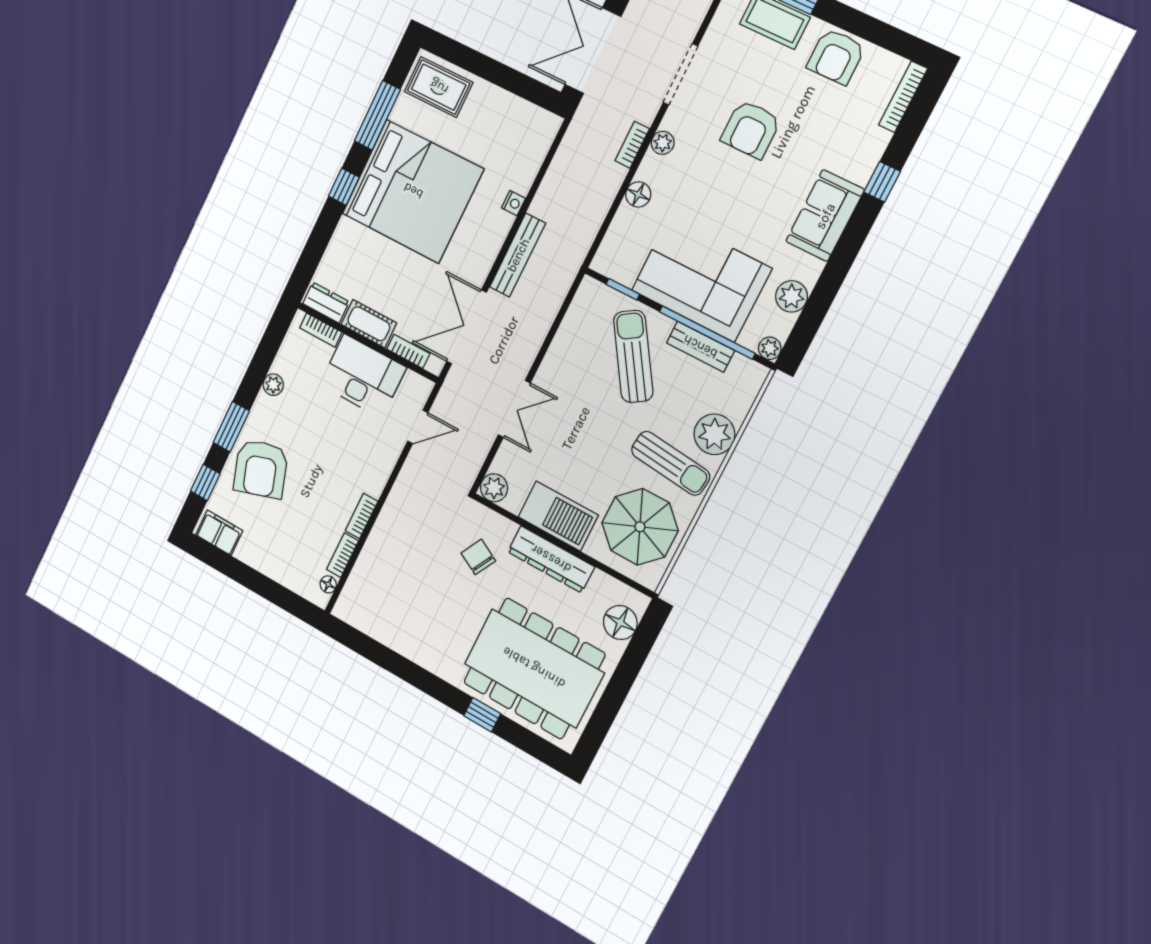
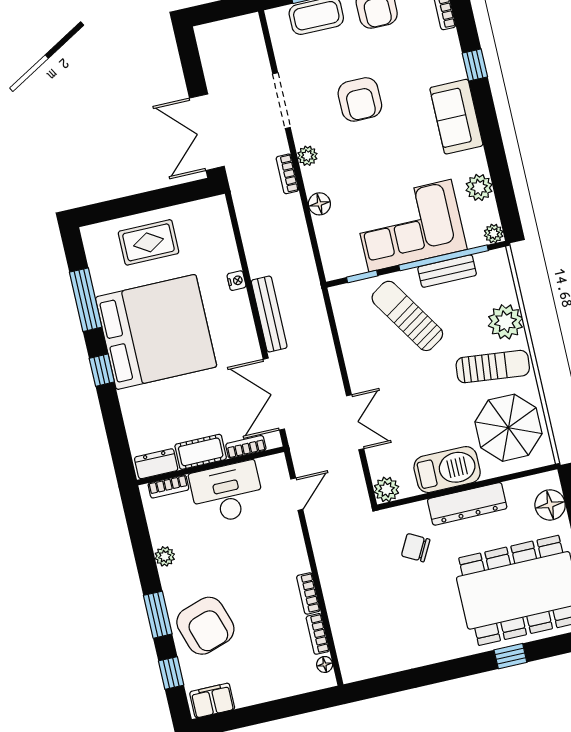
rug: (439, 87) -> (149, 242), moved

